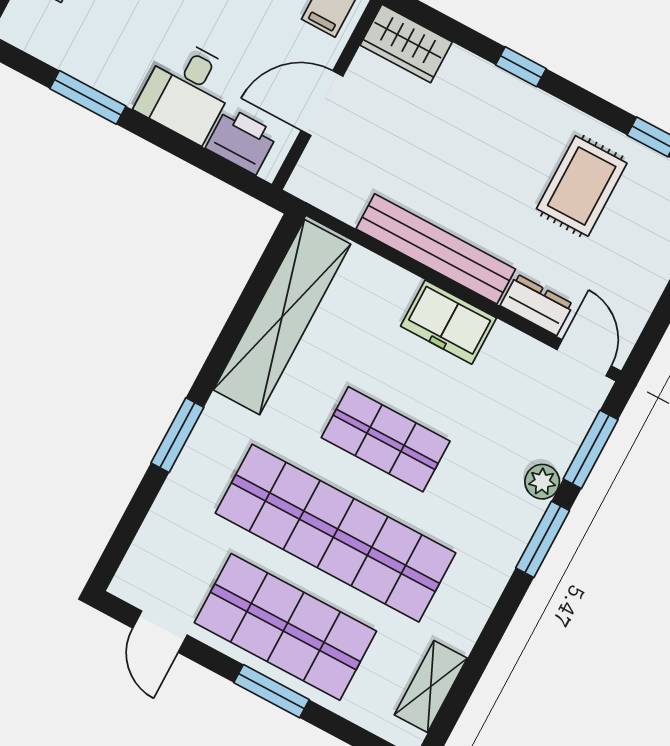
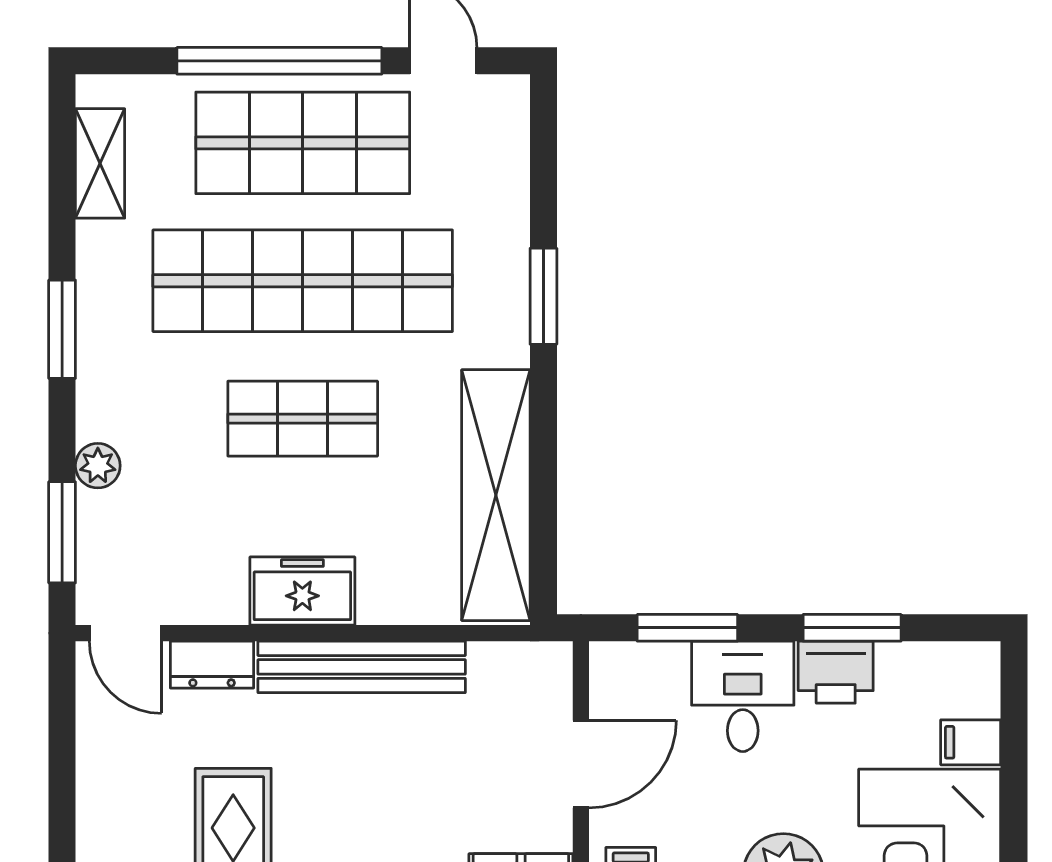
printer: (242, 141) -> (836, 672), moved
window: (200, 157) -> (687, 628), added
window: (543, 539) -> (62, 329), moved
window: (272, 691) -> (279, 61), width x2.11

